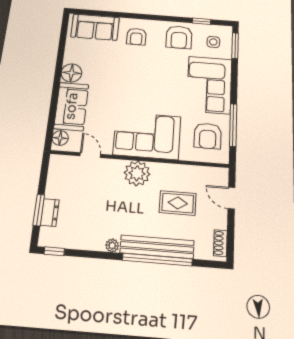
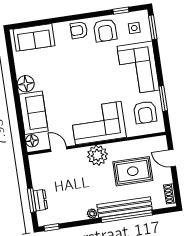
armchair: (136, 37) -> (79, 30), moved, turned 90
window: (233, 125) -> (163, 98), width x0.69
rug: (178, 203) -> (133, 171), width x1.36, depth x1.43

